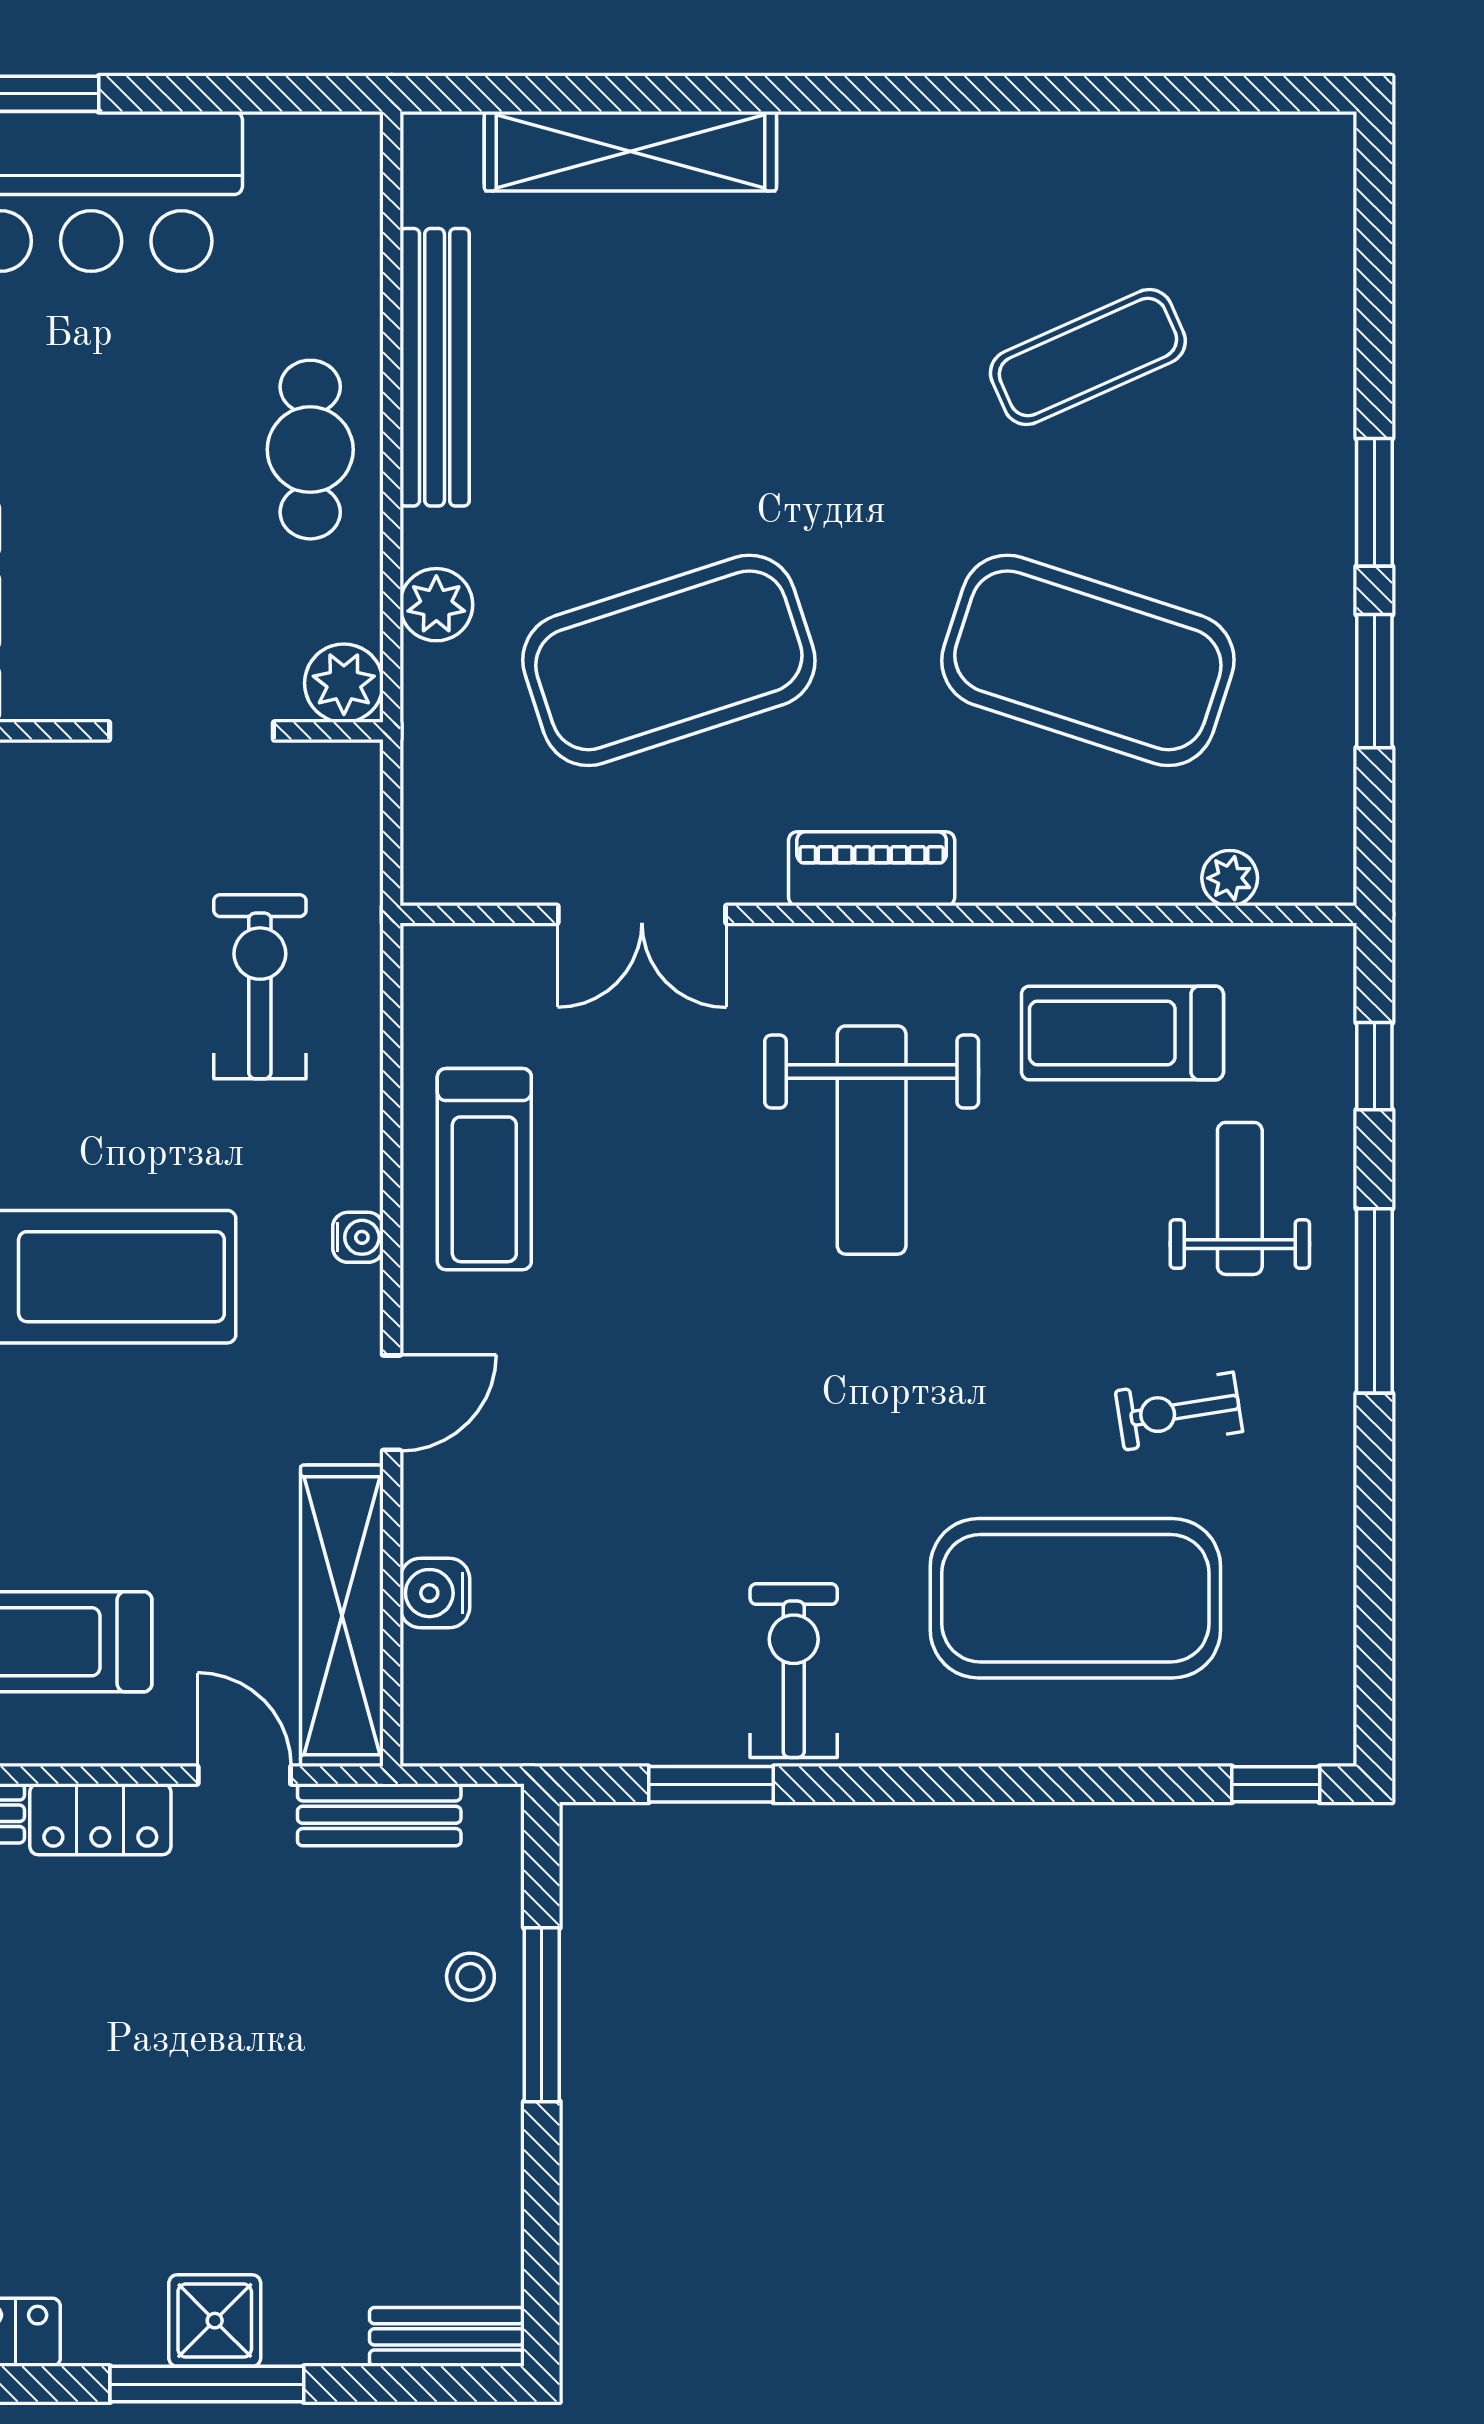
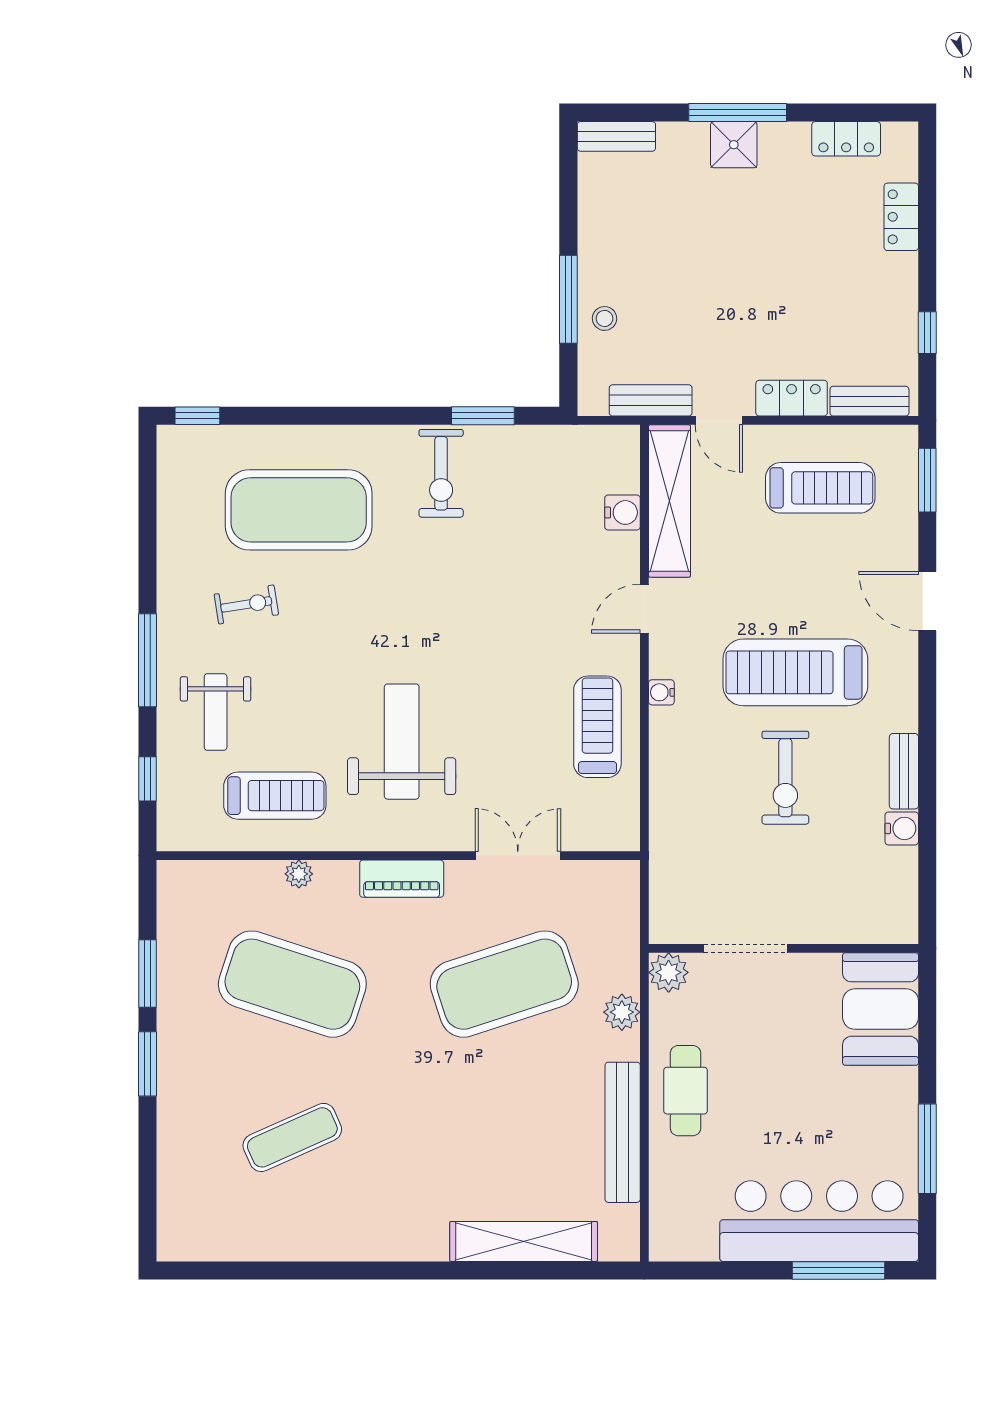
plant: (1230, 878) -> (299, 874), moved
exercise bike: (260, 987) -> (785, 778), moved

